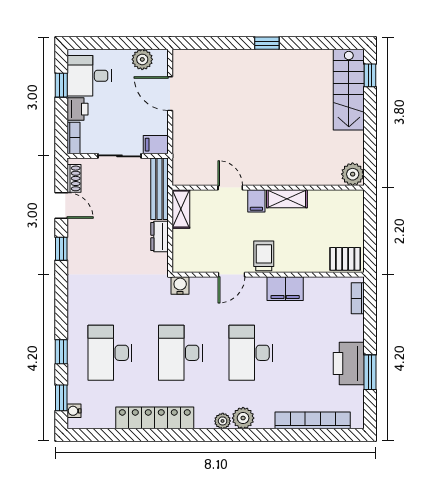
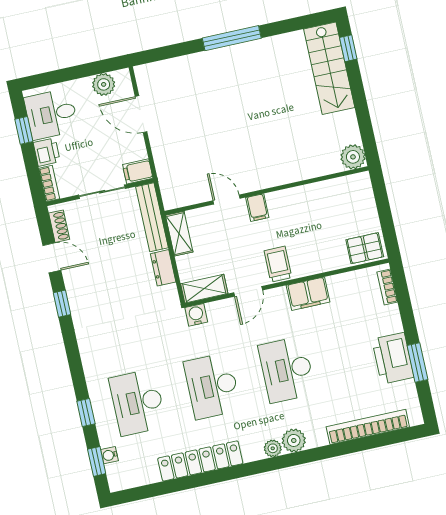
window: (267, 43) -> (232, 38), width x2.17
shelving: (287, 199) -> (204, 289), moved
water cooler: (74, 411) -> (109, 455), moved

